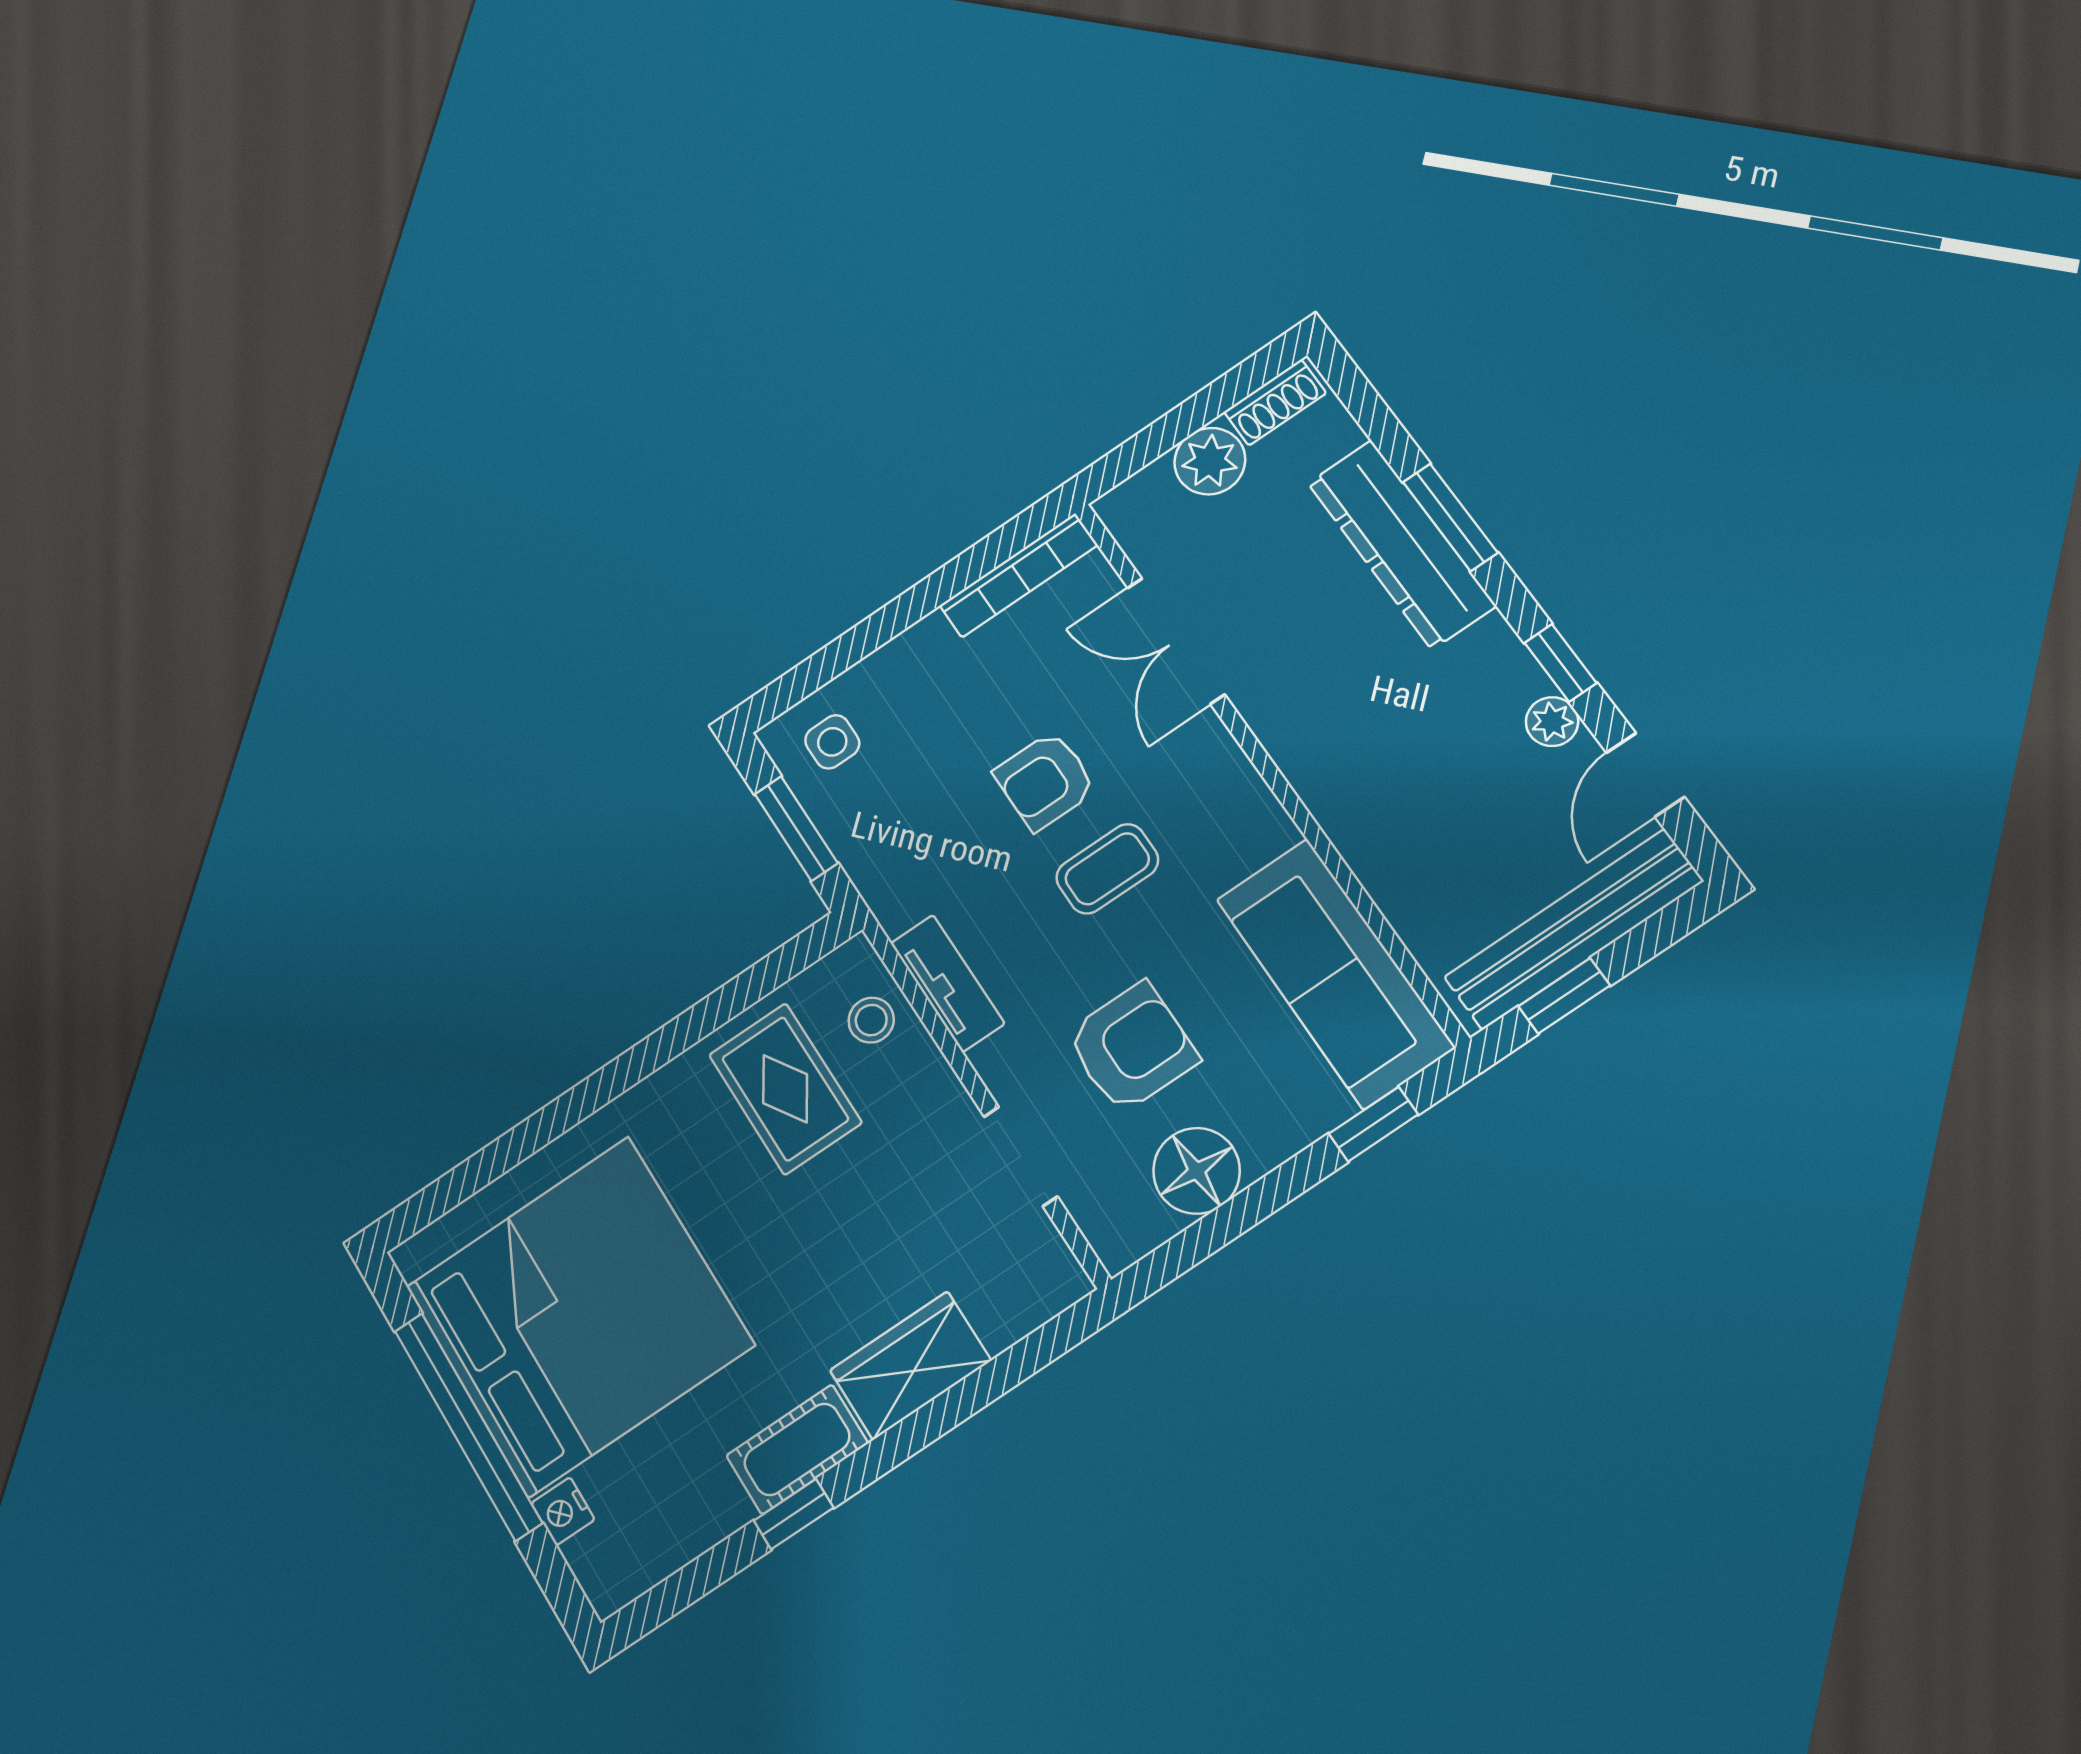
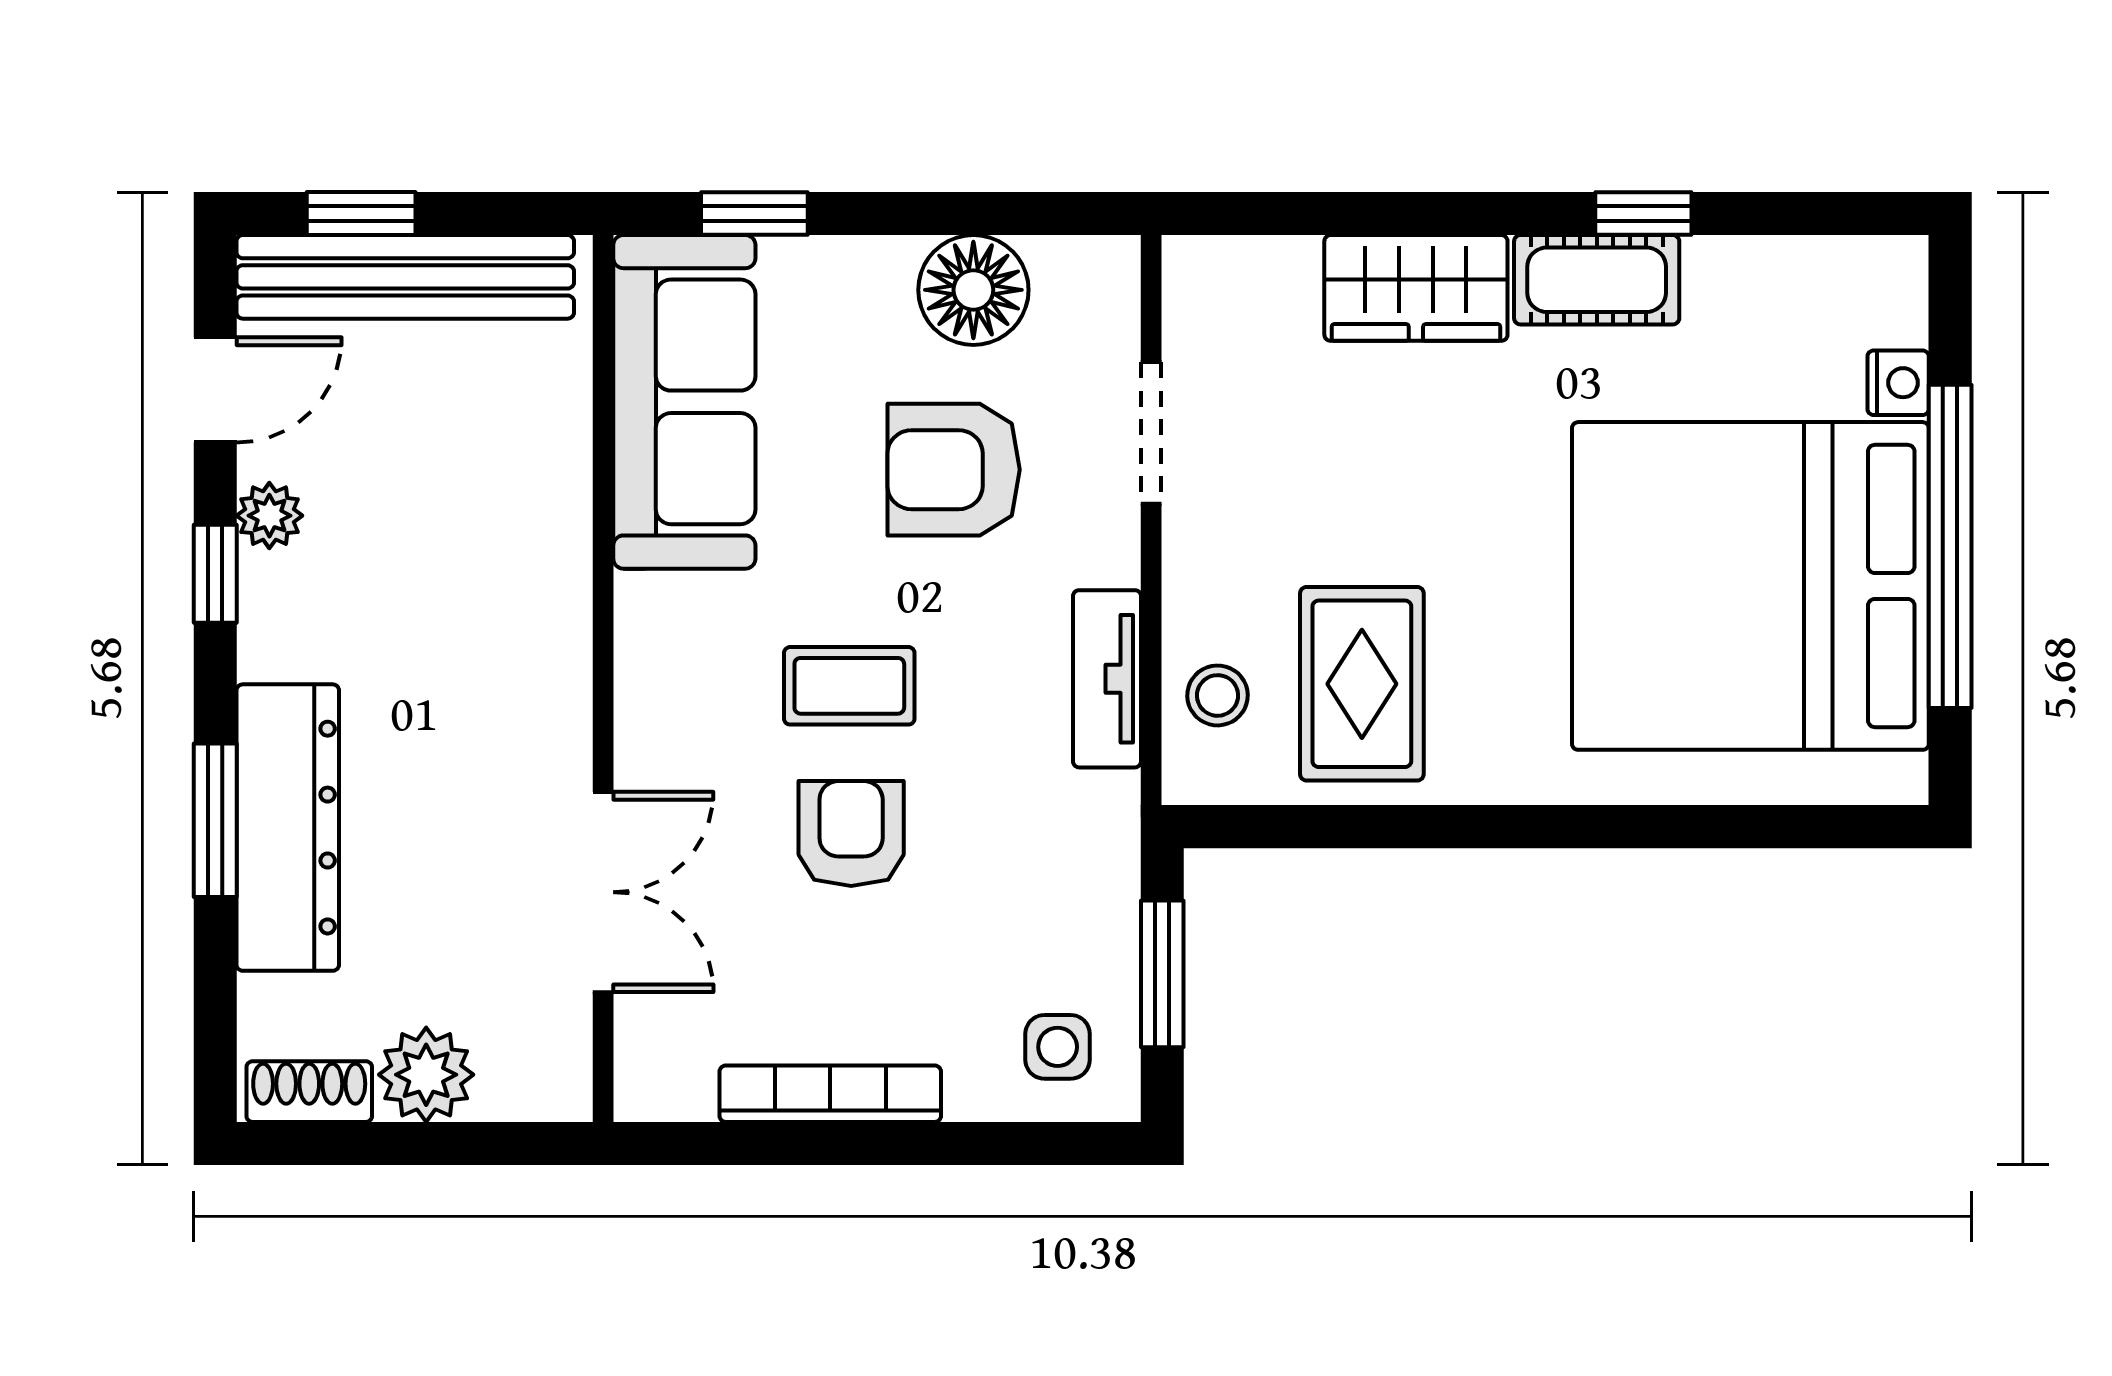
bookcase: (1019, 575) -> (830, 1094), moved
armchair: (1045, 781) -> (851, 834), turned -90
window: (1564, 996) -> (361, 214), moved

